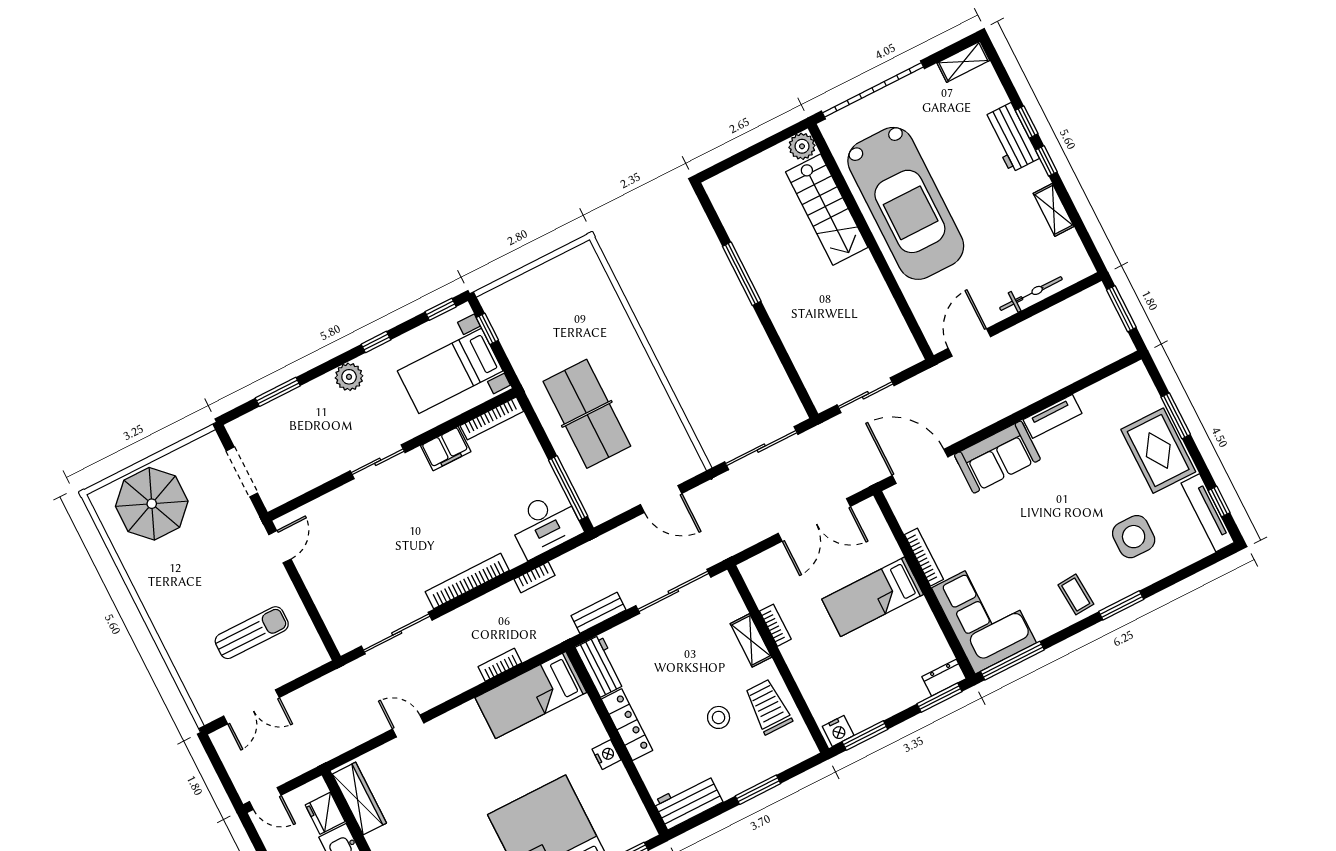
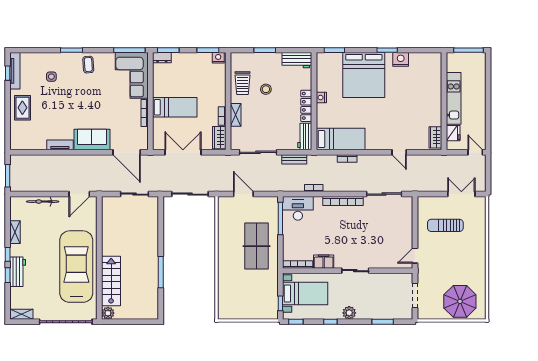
window: (1176, 416) -> (8, 119), removed
rug: (1158, 451) -> (22, 108), width x0.73, depth x0.70
side table: (1134, 537) -> (51, 77), width x0.54, depth x0.54
wardrobe: (760, 582) -> (219, 138), added
wardrobe: (359, 799) -> (435, 137), width x0.67

